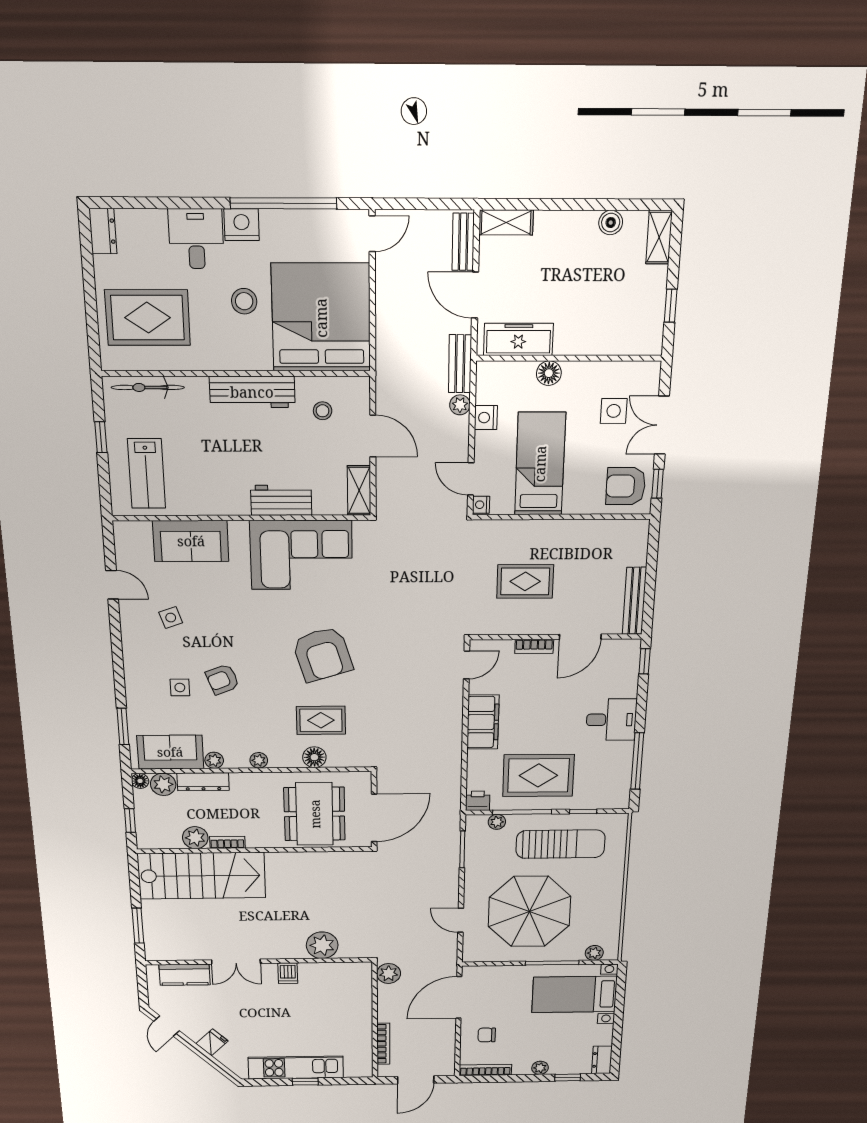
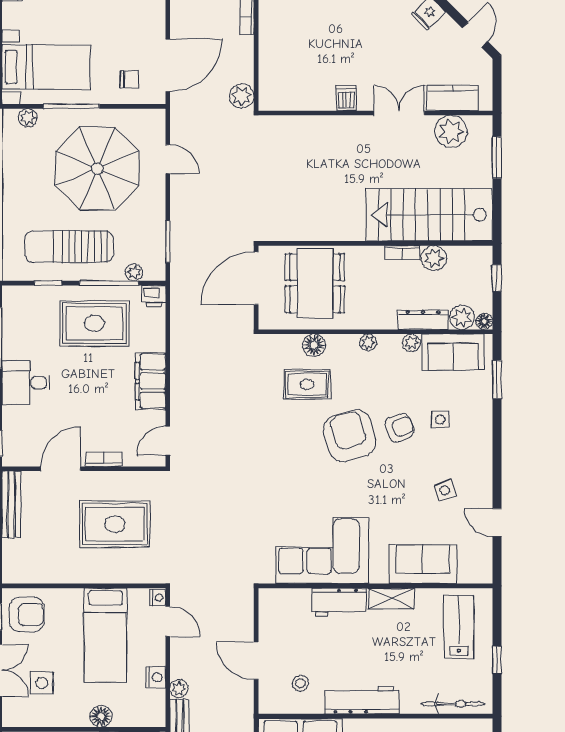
shelving: (359, 490) -> (391, 598), moved, turned 90
rug: (525, 581) -> (115, 524), width x1.36, depth x1.43
armchair: (323, 654) -> (350, 436), moved
plant: (322, 945) -> (451, 131), moved
chair: (487, 1035) -> (129, 80), moved

